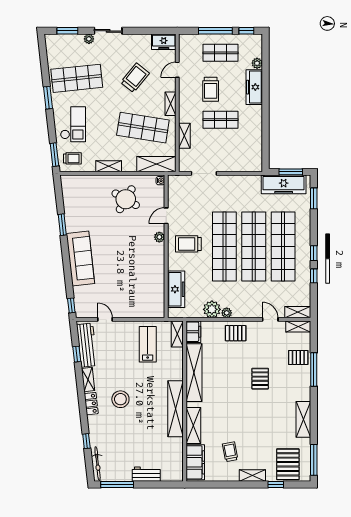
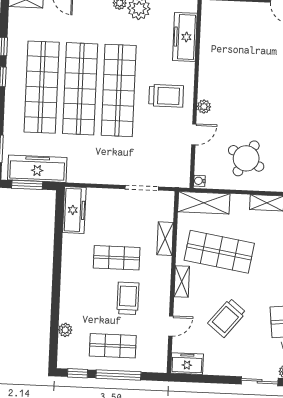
freezer: (254, 87) -> (74, 210), moved

